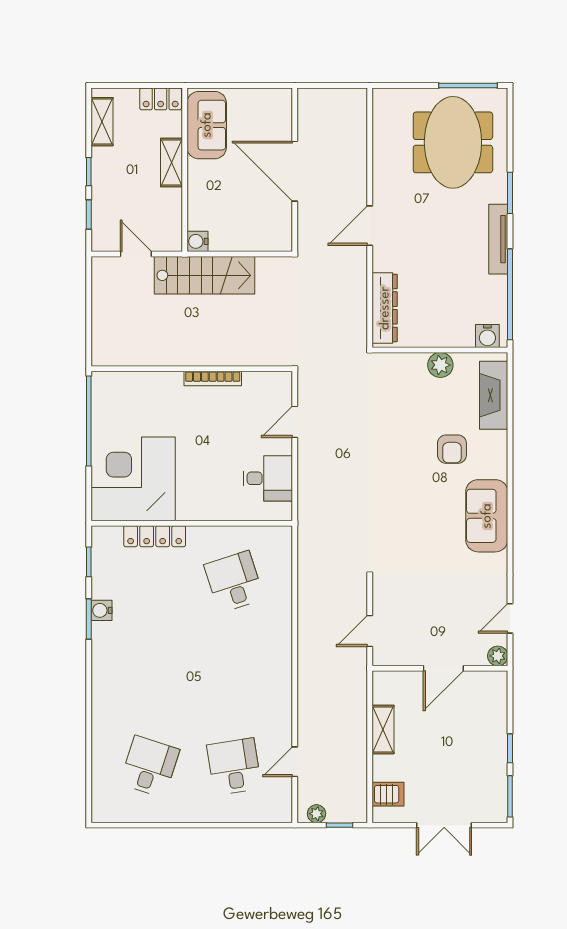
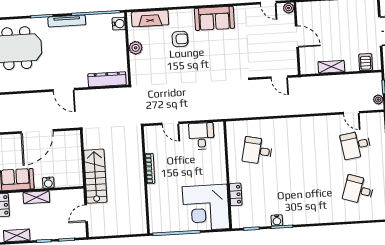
water cooler: (197, 241) -> (48, 183), moved
locker: (155, 536) -> (236, 194), width x0.66
desk: (234, 582) -> (257, 151), turned 30

